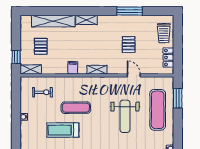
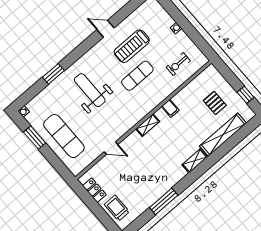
pallet: (129, 45) -> (139, 171), removed
window: (16, 57) -> (246, 95), moved
shelving: (31, 69) -> (206, 75), removed
window: (178, 98) -> (34, 138), moved
weight bench: (125, 116) -> (90, 90), moved
treadmill: (63, 130) -> (132, 46), turned 180

